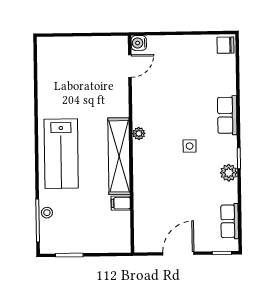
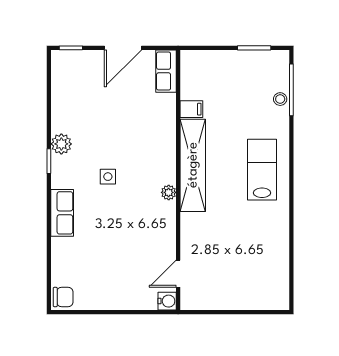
lab bench: (61, 154) -> (262, 170), width x0.73, depth x0.72
row of seats: (230, 221) -> (166, 71), moved, turned 180

